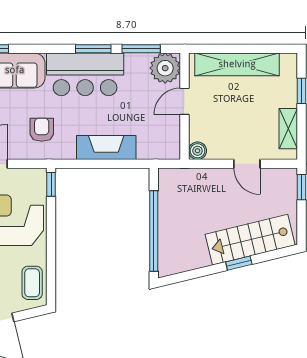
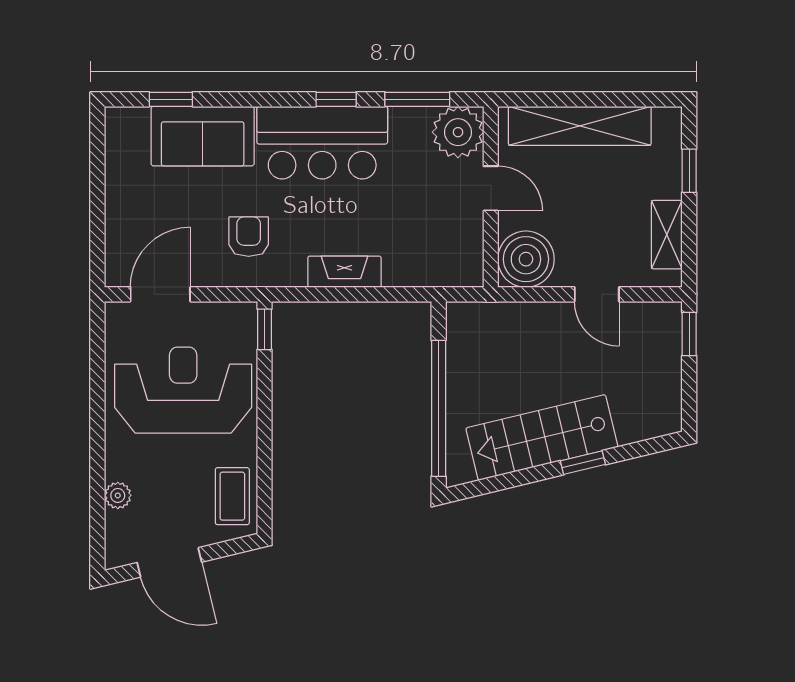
window: (93, 49) -> (336, 99), width x0.67
door: (184, 101) -> (491, 188), swing flipped
fireplace: (106, 148) -> (344, 272), width x0.73, depth x0.76
boiler: (198, 151) -> (526, 259), width x1.86, depth x1.86
stairs: (250, 240) -> (542, 438), moved

